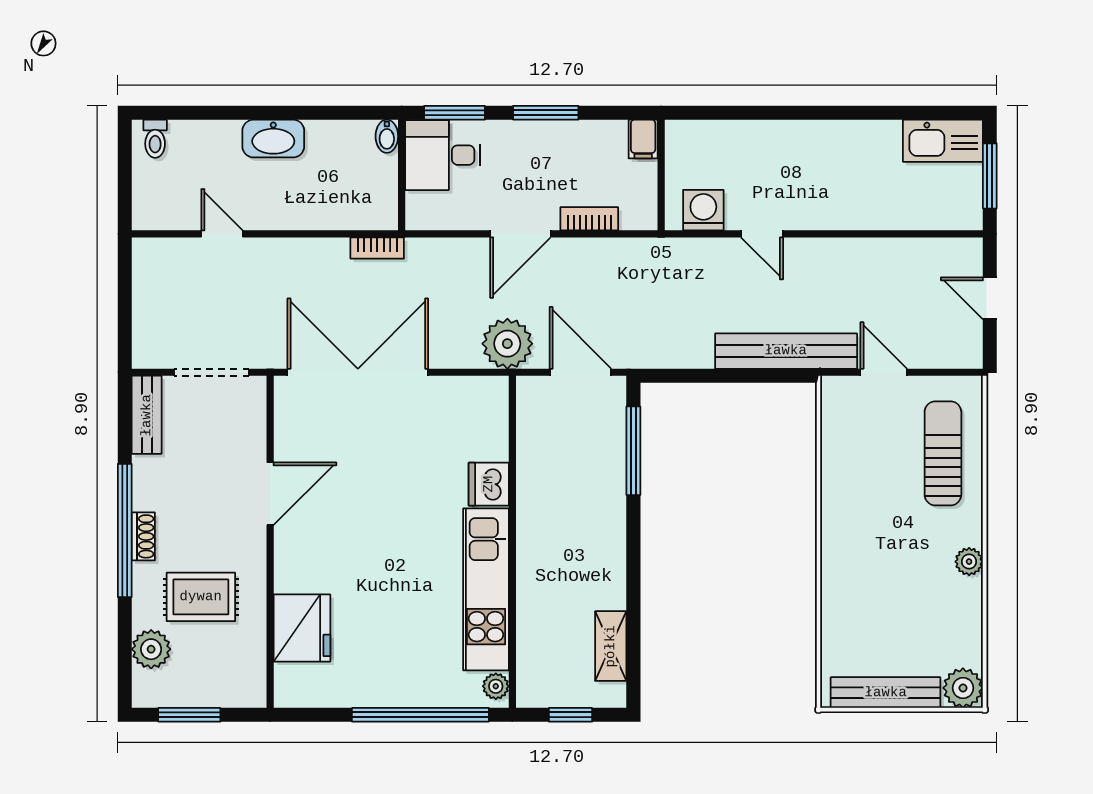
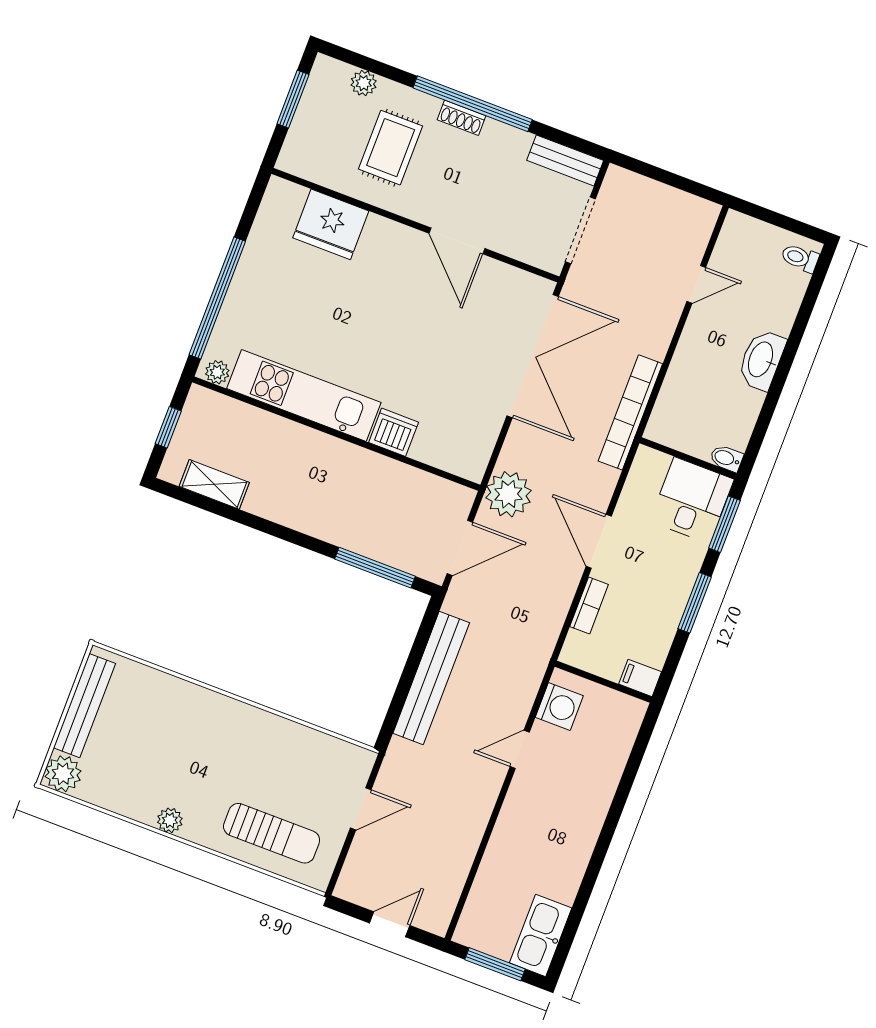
bookcase: (377, 248) -> (630, 412), width x2.31, depth x1.31
bench: (786, 351) -> (431, 678), moved
plant: (151, 649) -> (364, 83), width x0.73, depth x0.73

